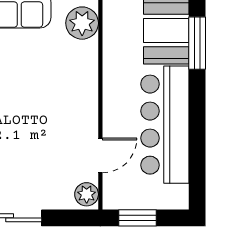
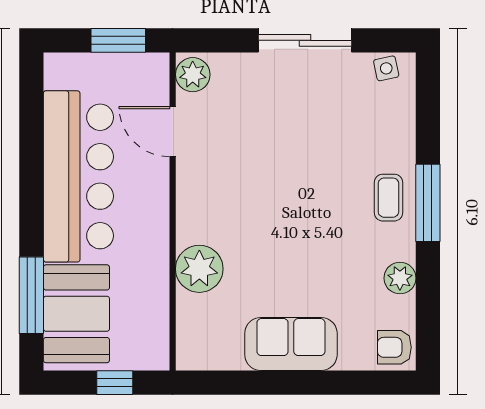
plant: (82, 23) -> (199, 269), moved
door: (100, 155) -> (173, 132), hinge flipped

